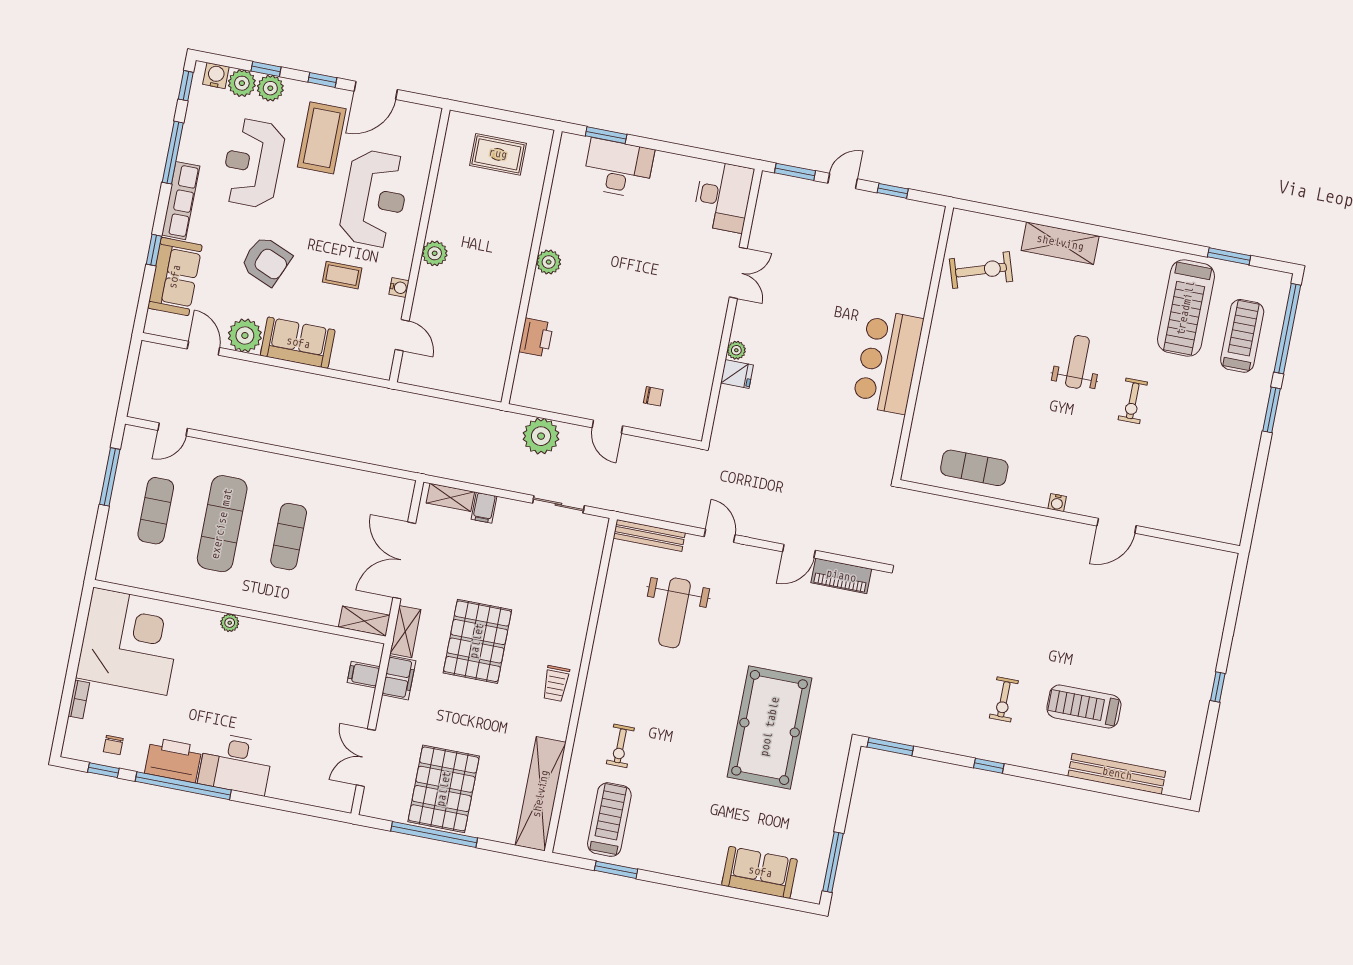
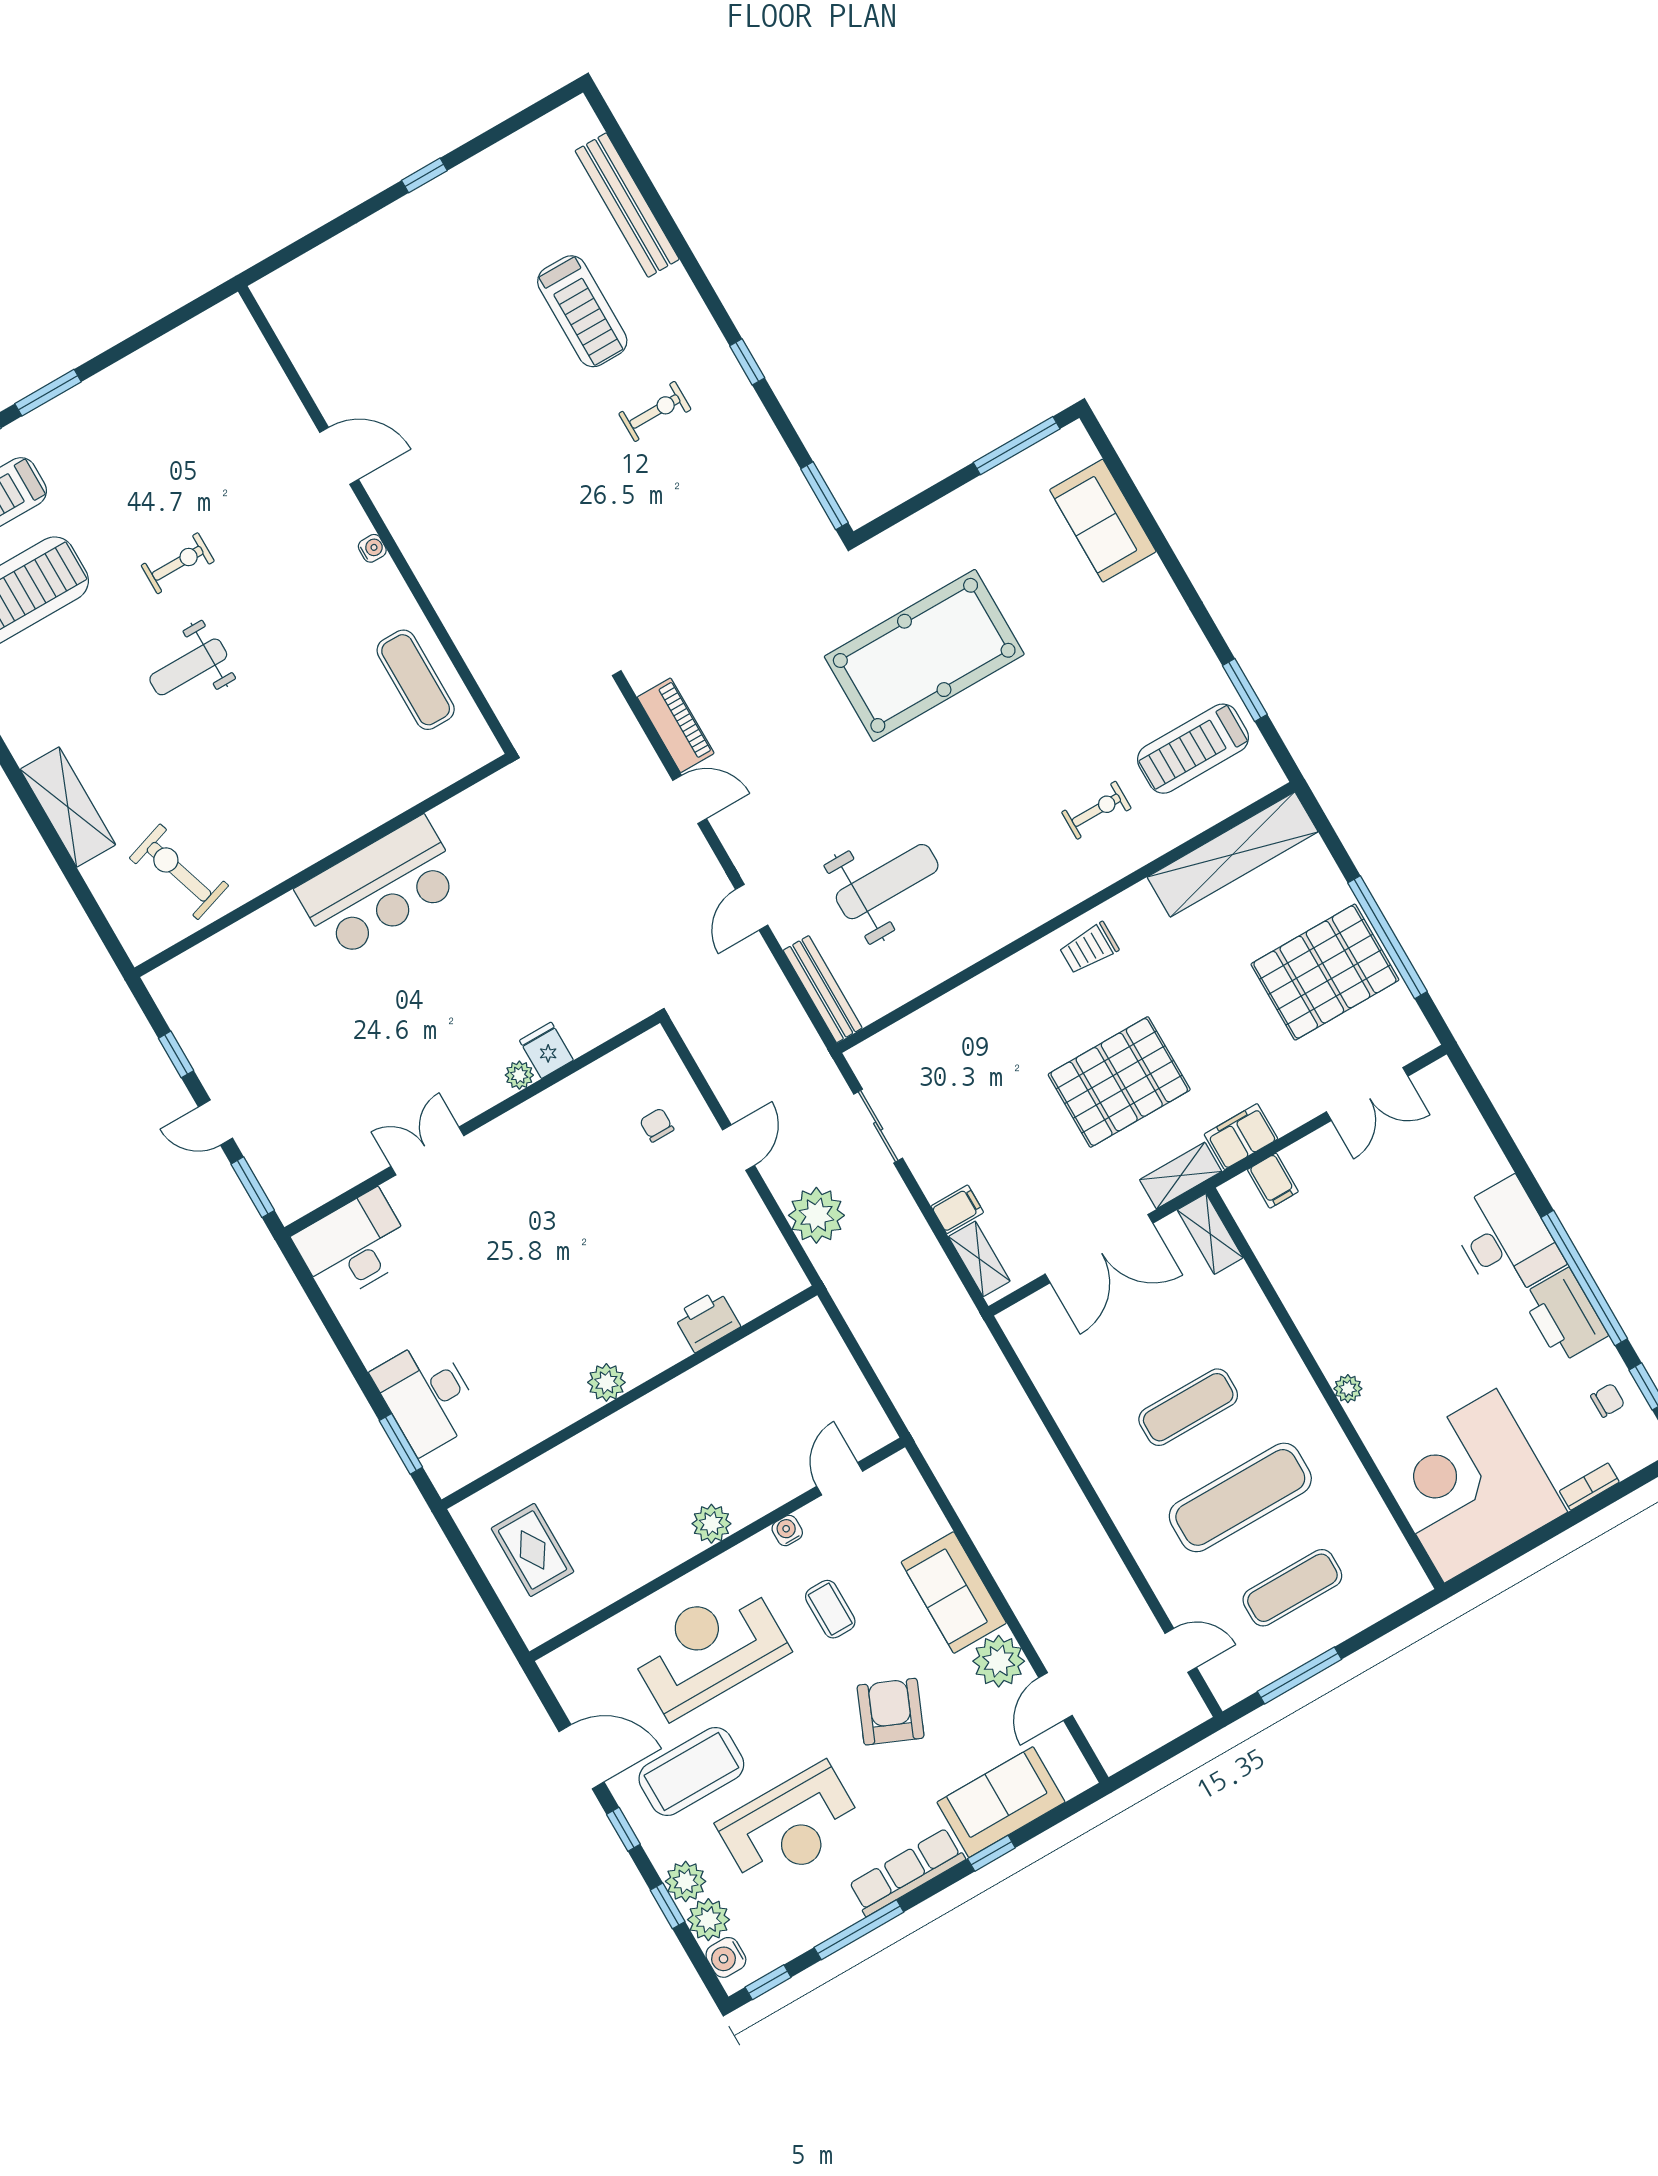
trolley: (556, 684) -> (1089, 948), turned 180

